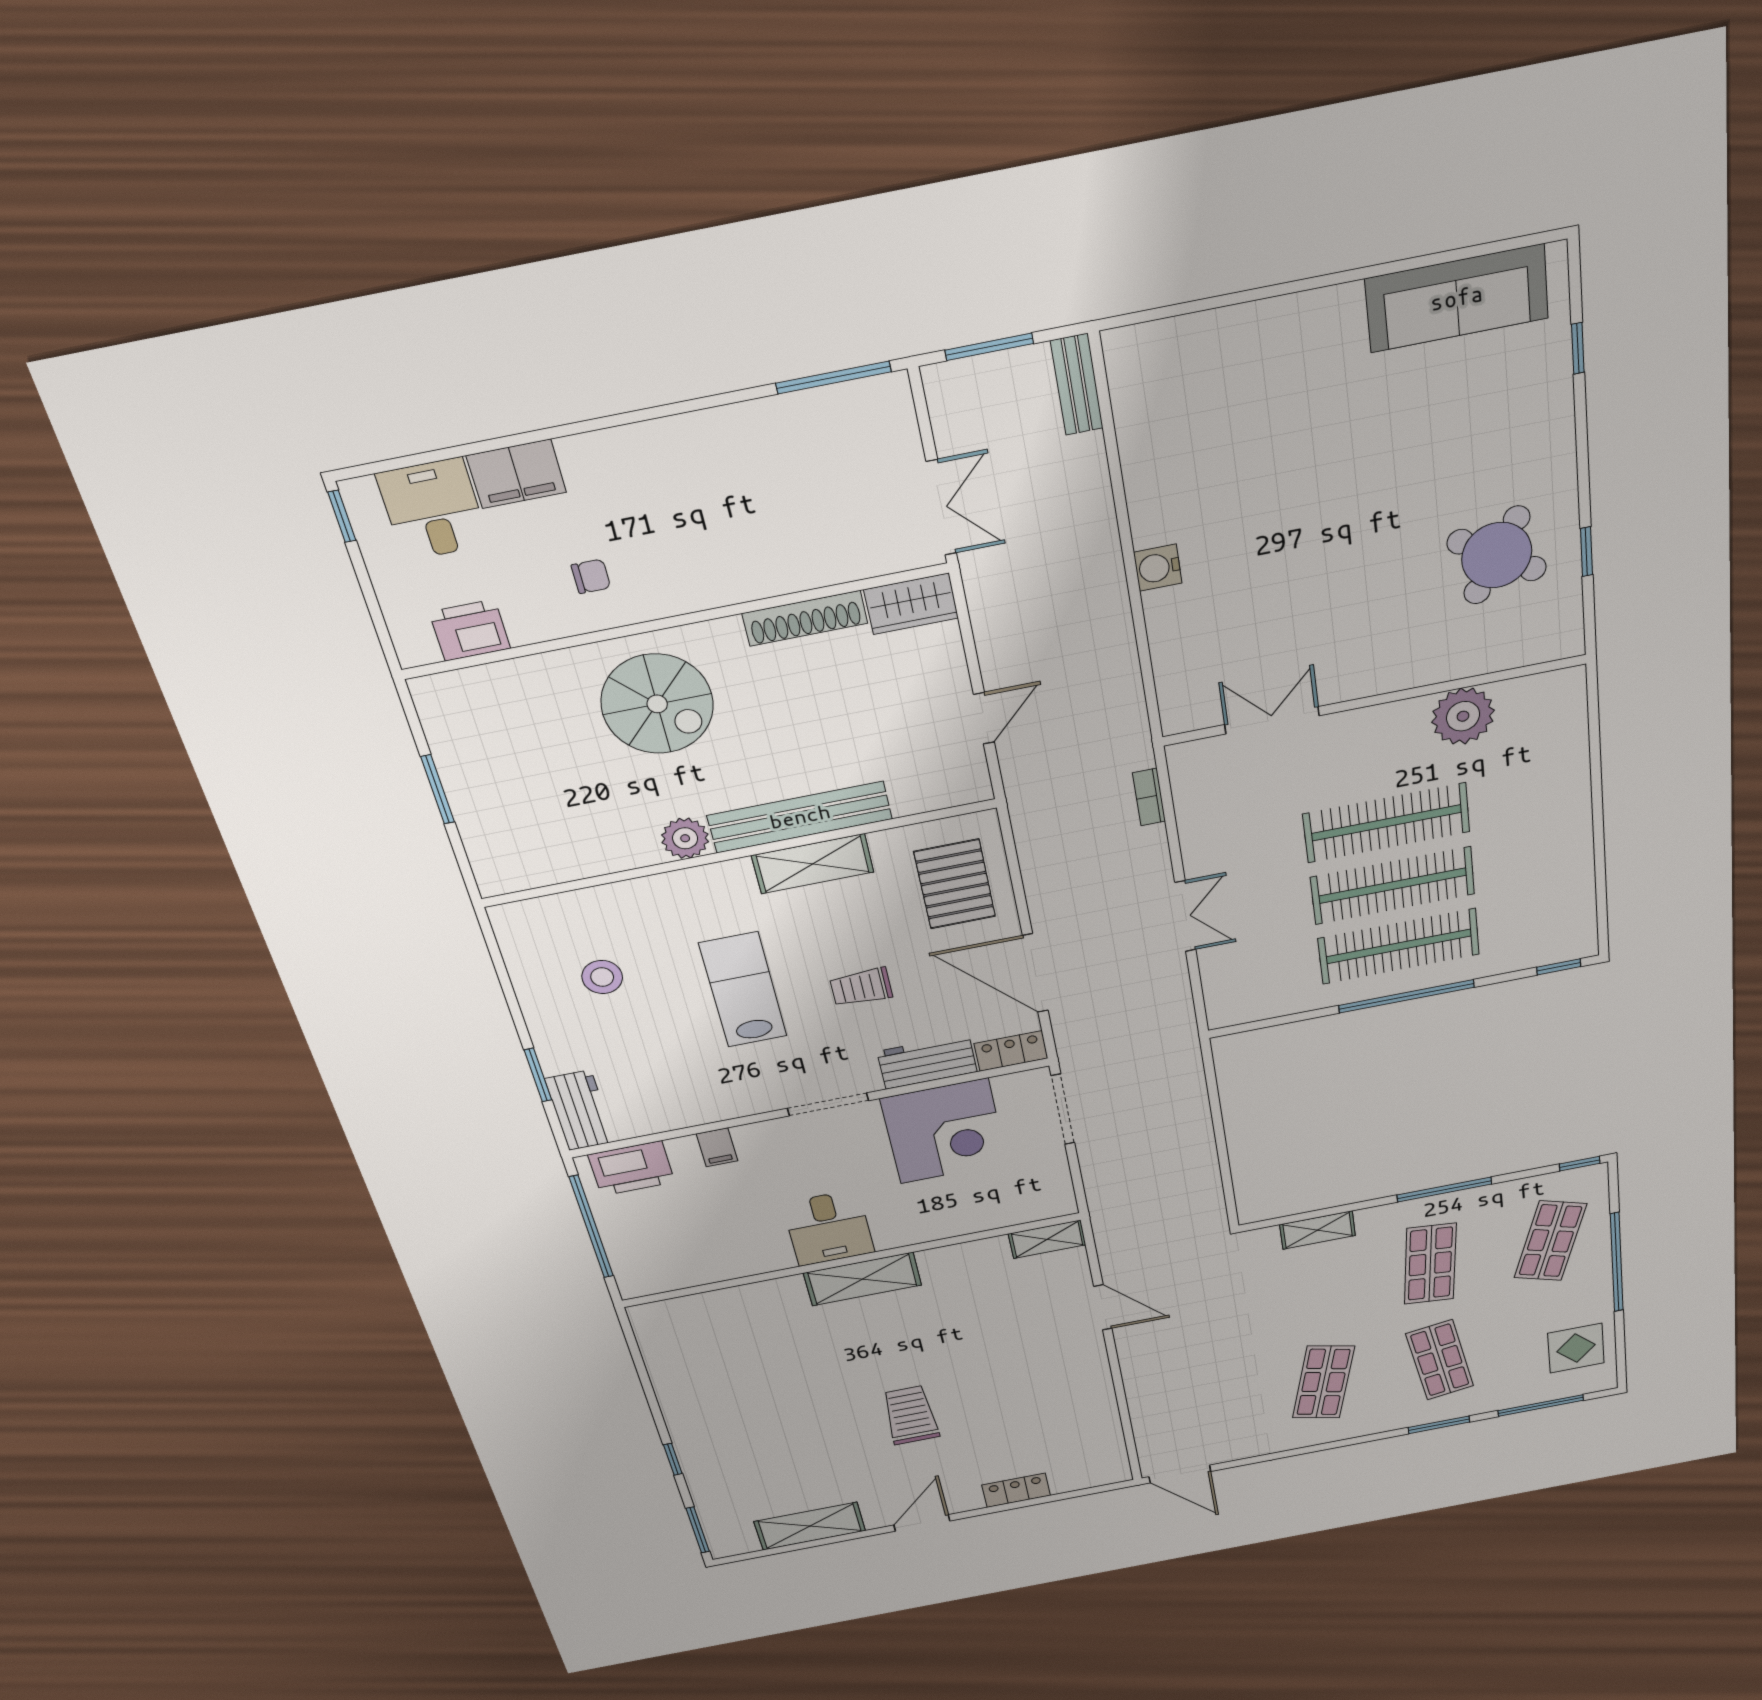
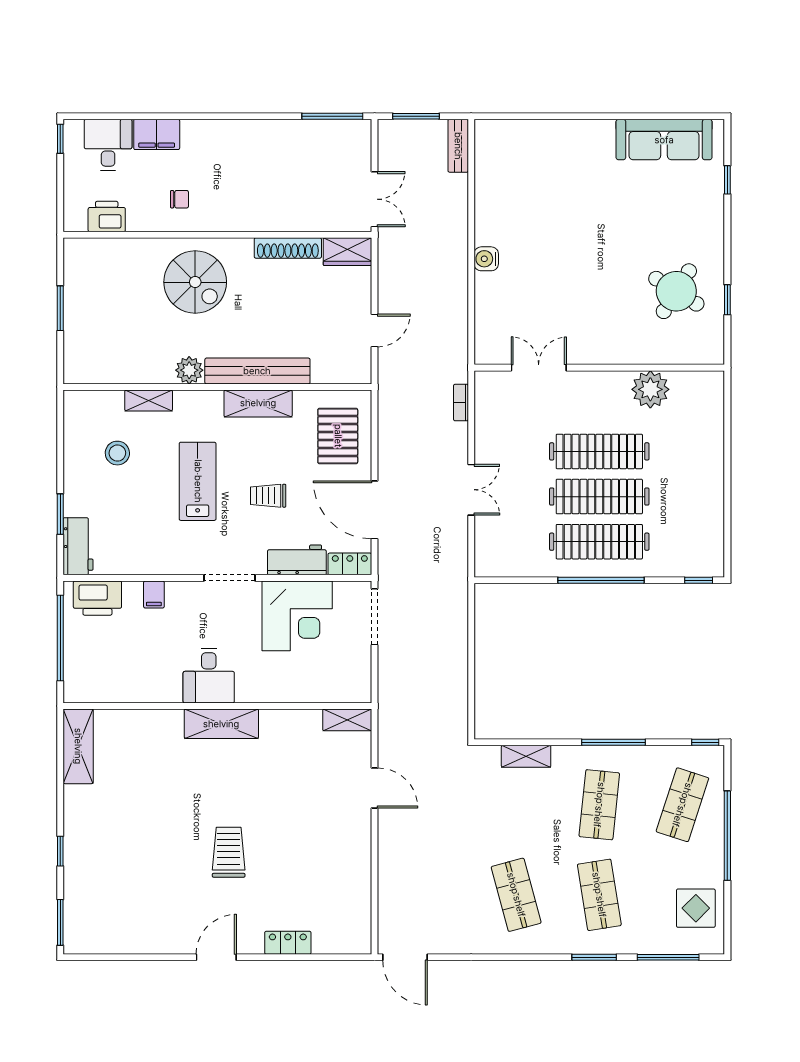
shelving: (630, 895) -> (149, 401), added
shop shelf: (1323, 1382) -> (516, 895), turned -30
shelving: (810, 1526) -> (78, 746), moved, turned 90

